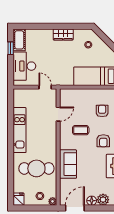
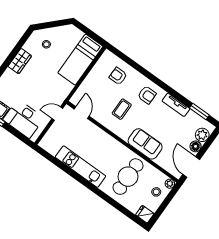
door: (58, 114) -> (82, 113), moved

